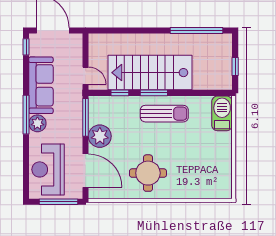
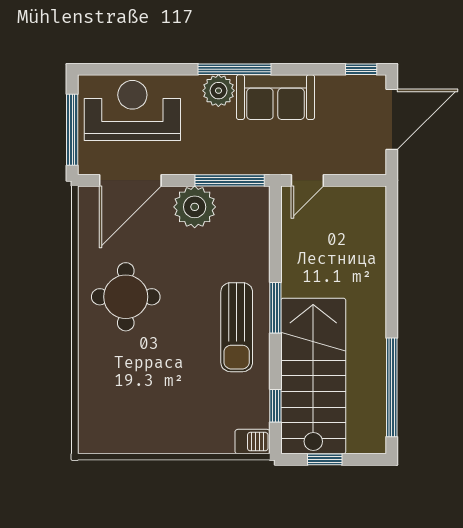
stairs: (150, 73) -> (313, 376), moved
sofa: (41, 85) -> (275, 97), width x0.73
window: (120, 93) -> (275, 406), moved
barbecue: (222, 113) -> (253, 442), width x0.53, depth x0.65

